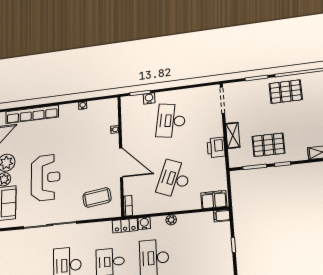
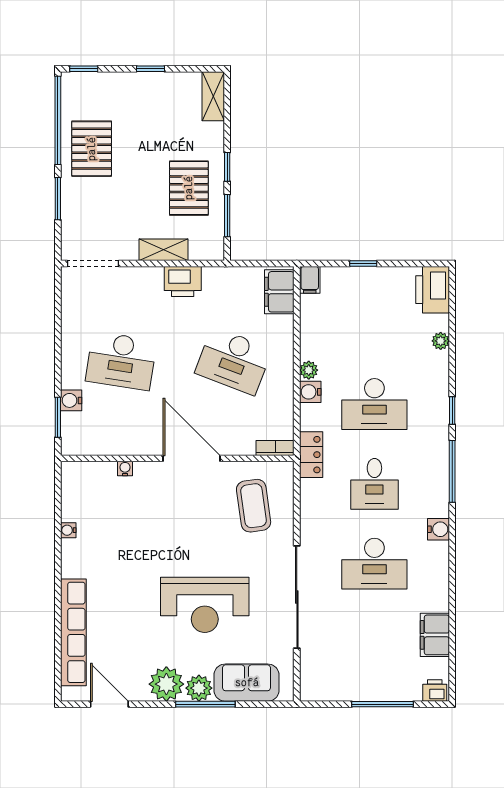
door: (121, 163) -> (192, 458), hinge flipped
reception desk: (46, 178) -> (205, 605), turned 180
water cooler: (144, 223) -> (310, 392), moved

